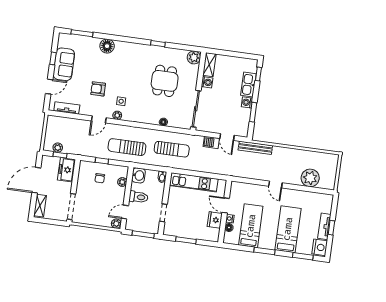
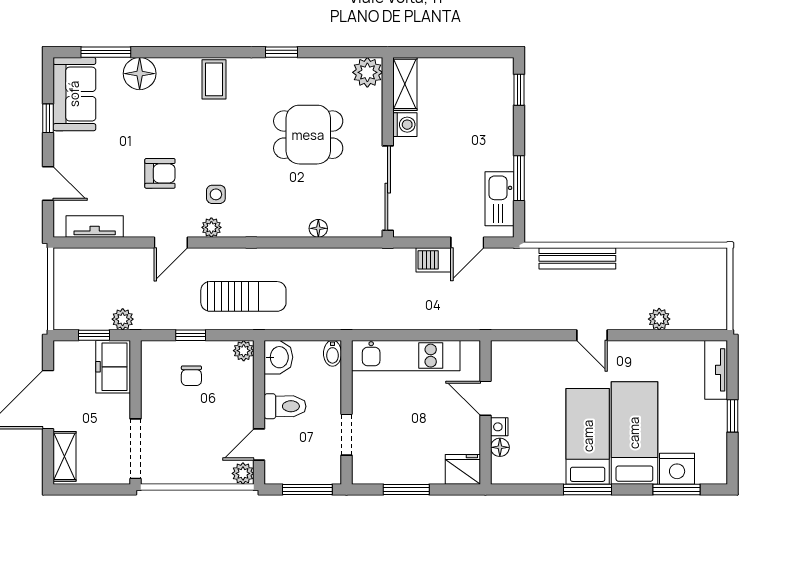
floor lamp: (107, 46) -> (140, 74), moved
coffee table: (127, 51) -> (214, 79), added
sofa: (64, 64) -> (74, 94), moved
dining table: (165, 81) -> (308, 135), turned 90
kitchen sink: (248, 85) -> (499, 199), moved
door: (49, 87) -> (48, 184), hinge flipped
armchair: (98, 89) -> (160, 173), turned 180
washing machine: (247, 102) -> (502, 158), removed
door: (227, 137) -> (467, 243), hinge flipped
sun lounger: (127, 147) -> (243, 296), turned 180
plant: (58, 148) -> (123, 319), moved
bench: (255, 148) -> (577, 258), moved
sun lounger: (172, 149) -> (346, 287), removed
plant: (310, 178) -> (659, 319), width x0.53, depth x0.53
plant: (122, 182) -> (244, 351), moved
fridge: (215, 220) -> (463, 469), moved, turned 90
bed: (251, 226) -> (588, 436), moved
tv unit: (324, 226) -> (716, 370), moved
nightstand: (320, 247) -> (677, 469), moved, turned 90

